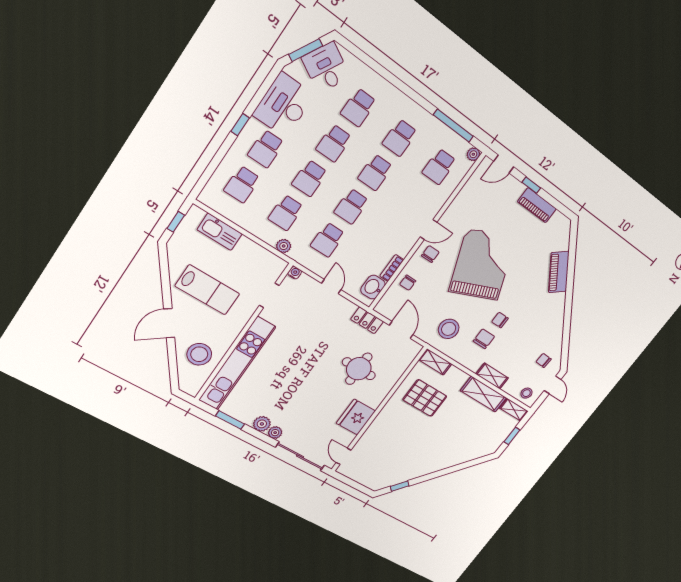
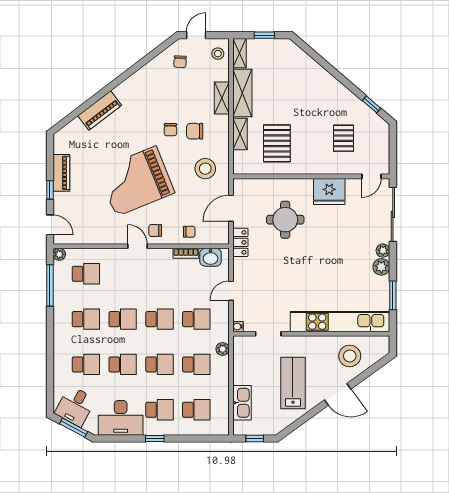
shelving: (435, 362) -> (240, 134), moved
pallet: (390, 451) -> (343, 138), added

